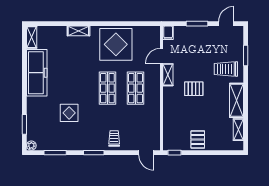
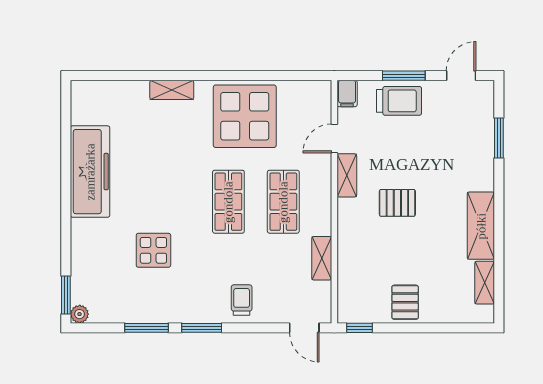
shelving: (32, 37) -> (322, 258), moved
trolley: (226, 69) -> (399, 101), moved, turned 180
window: (24, 124) -> (66, 295), moved
window: (55, 153) -> (147, 328), moved

